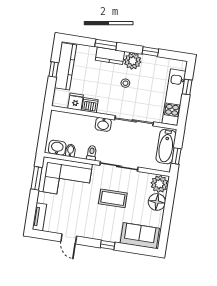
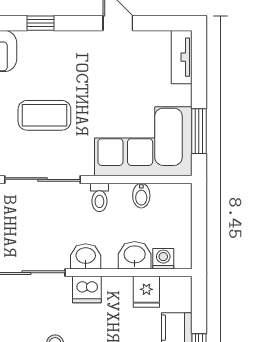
dishwasher: (90, 105) -> (87, 290), moved
washing machine: (64, 117) -> (163, 259), added
washbasin: (57, 148) -> (135, 255), moved, turned 180

